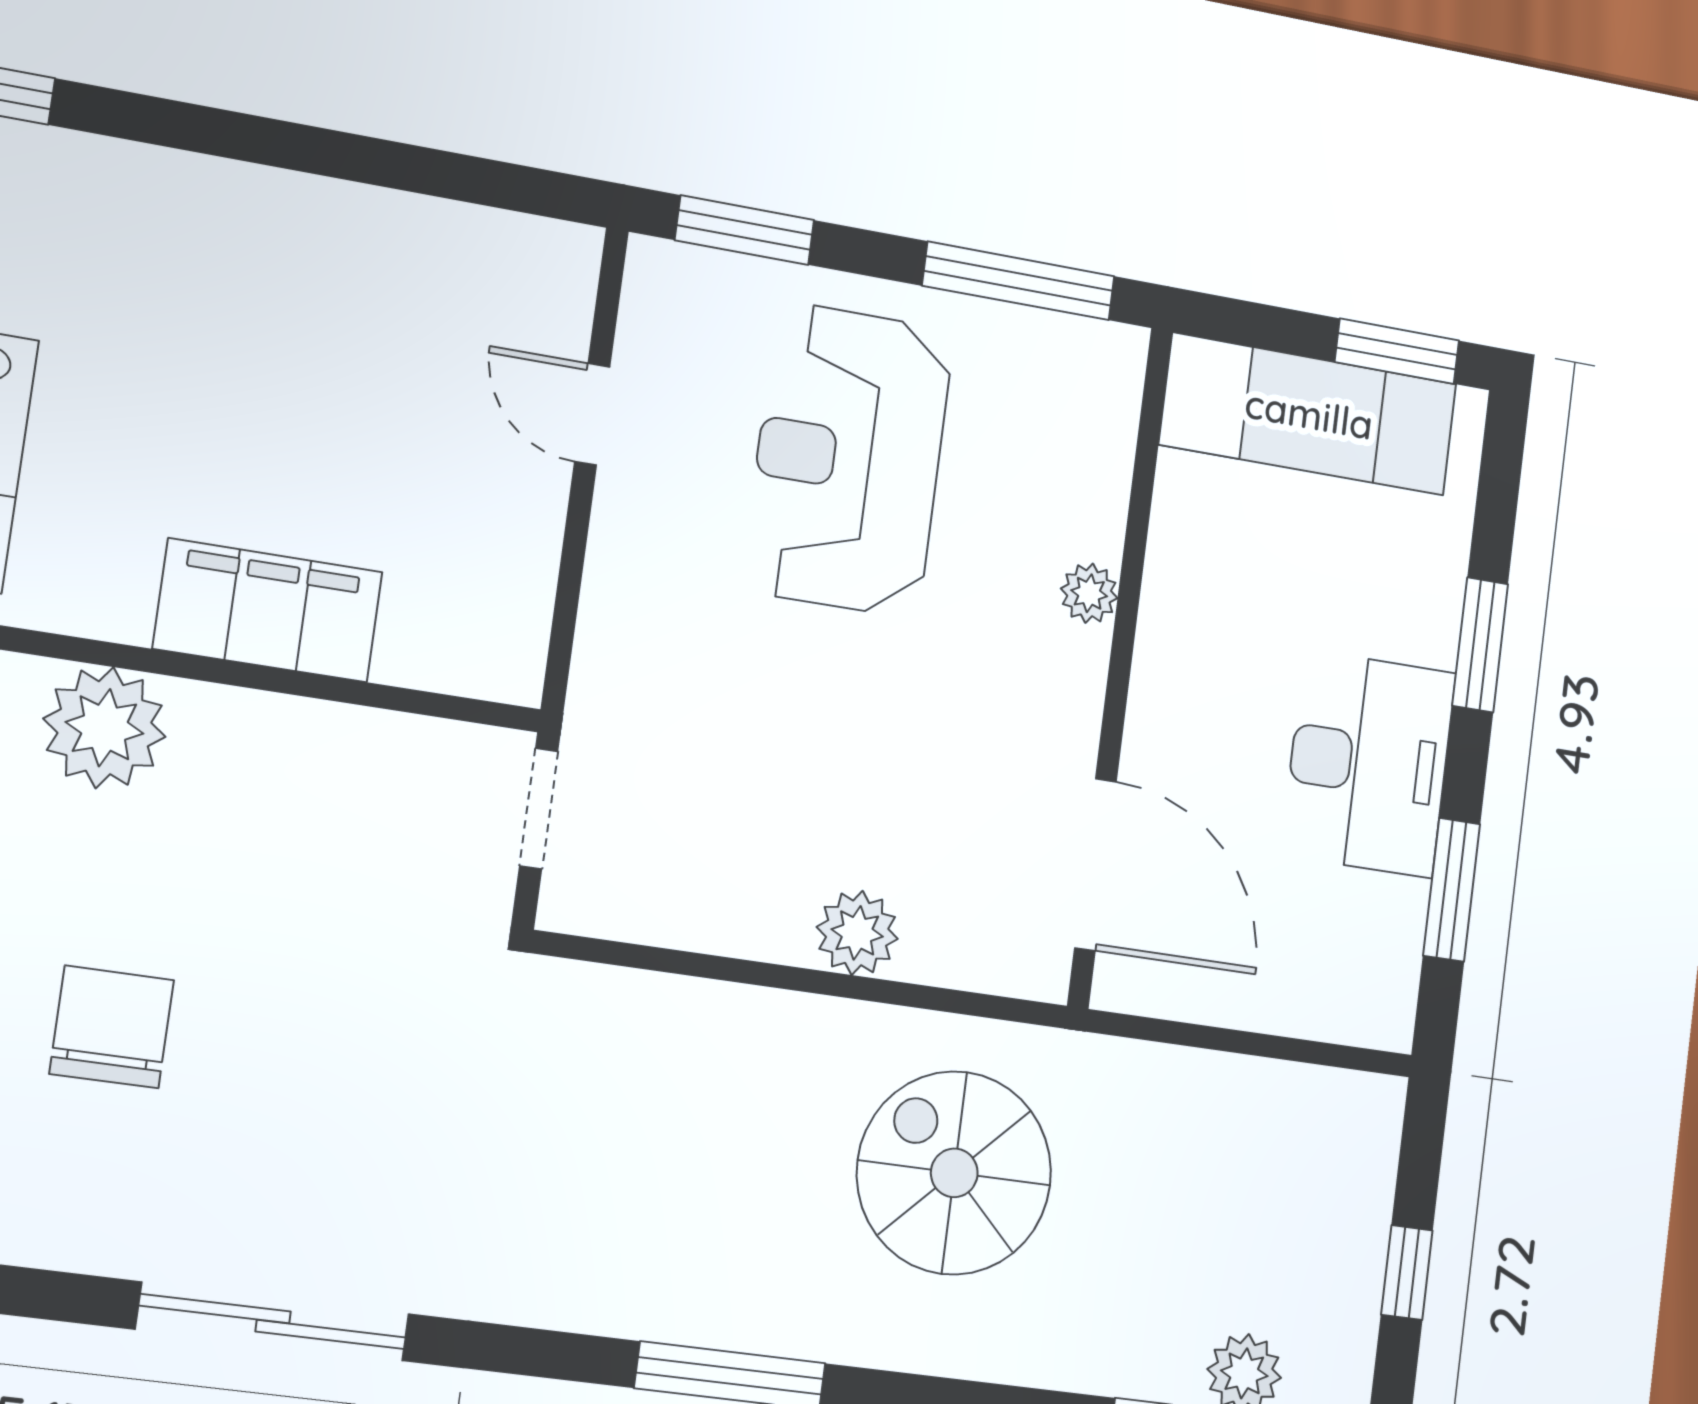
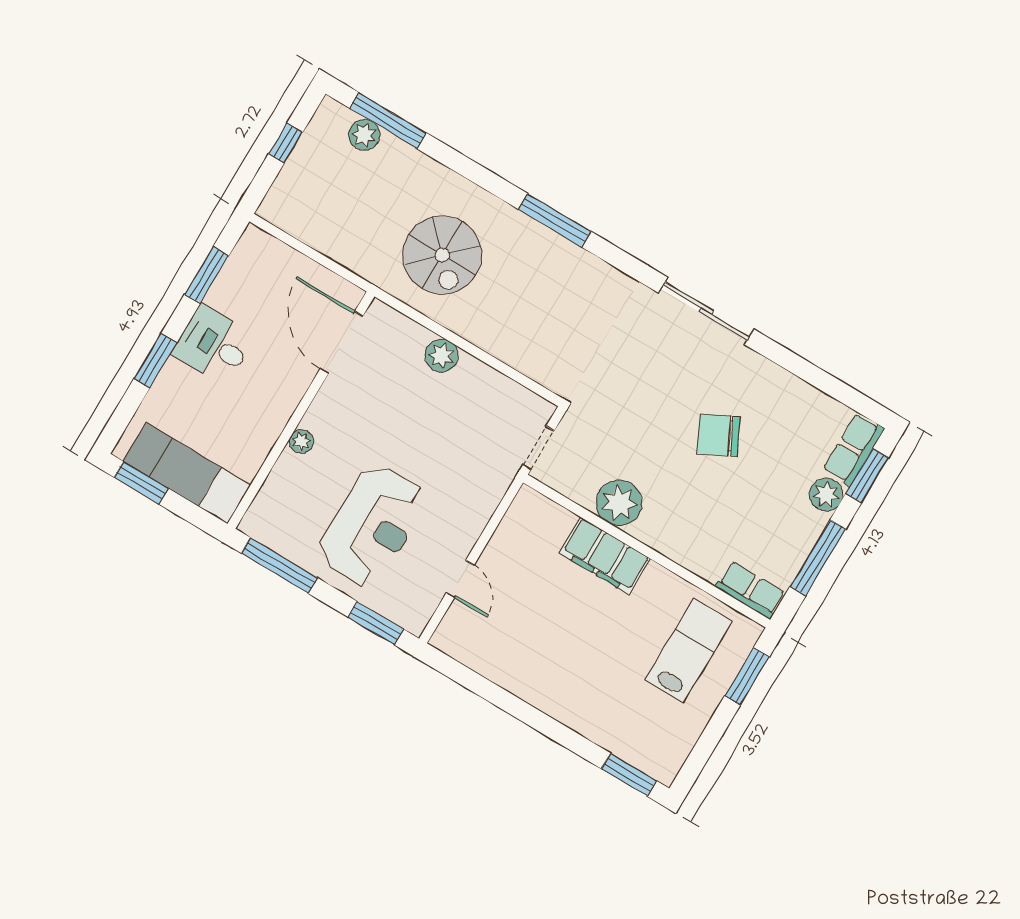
plant: (104, 728) -> (619, 503), moved
desk: (1368, 764) -> (214, 345), width x0.73
chair: (112, 1027) -> (718, 435), turned 63

